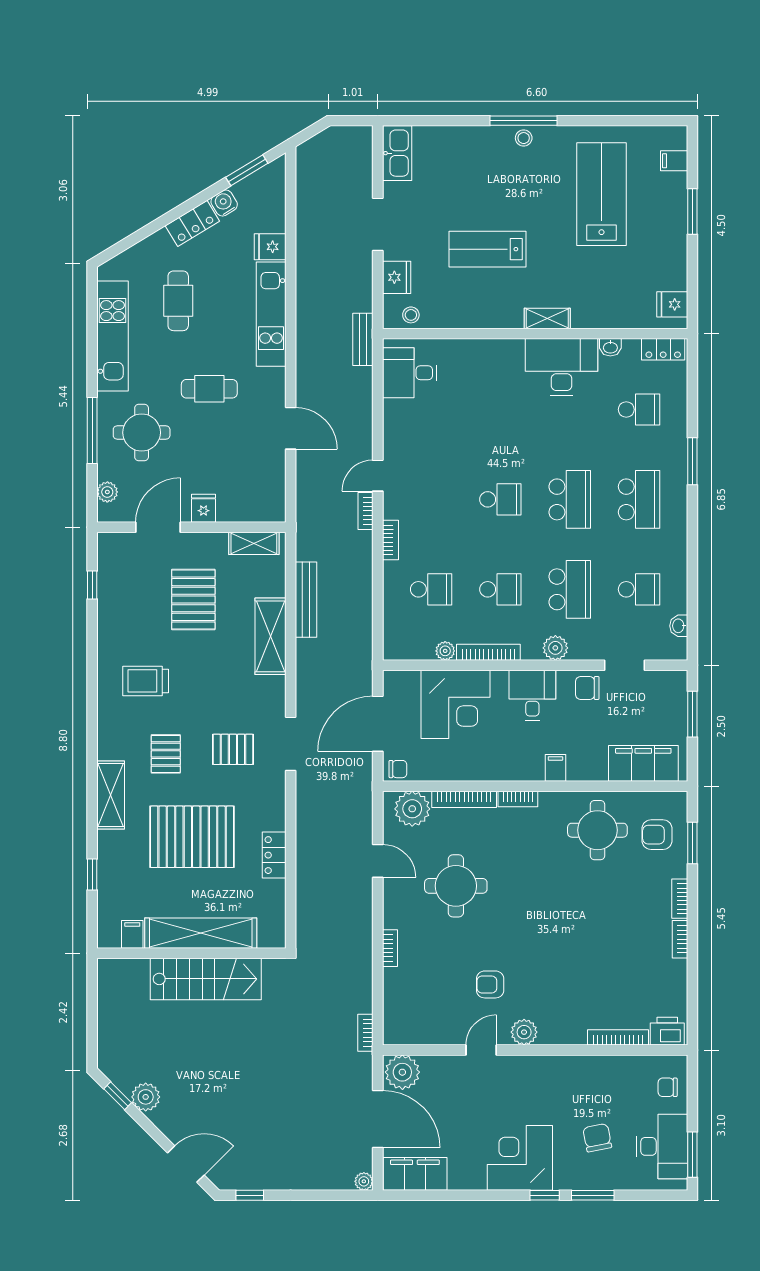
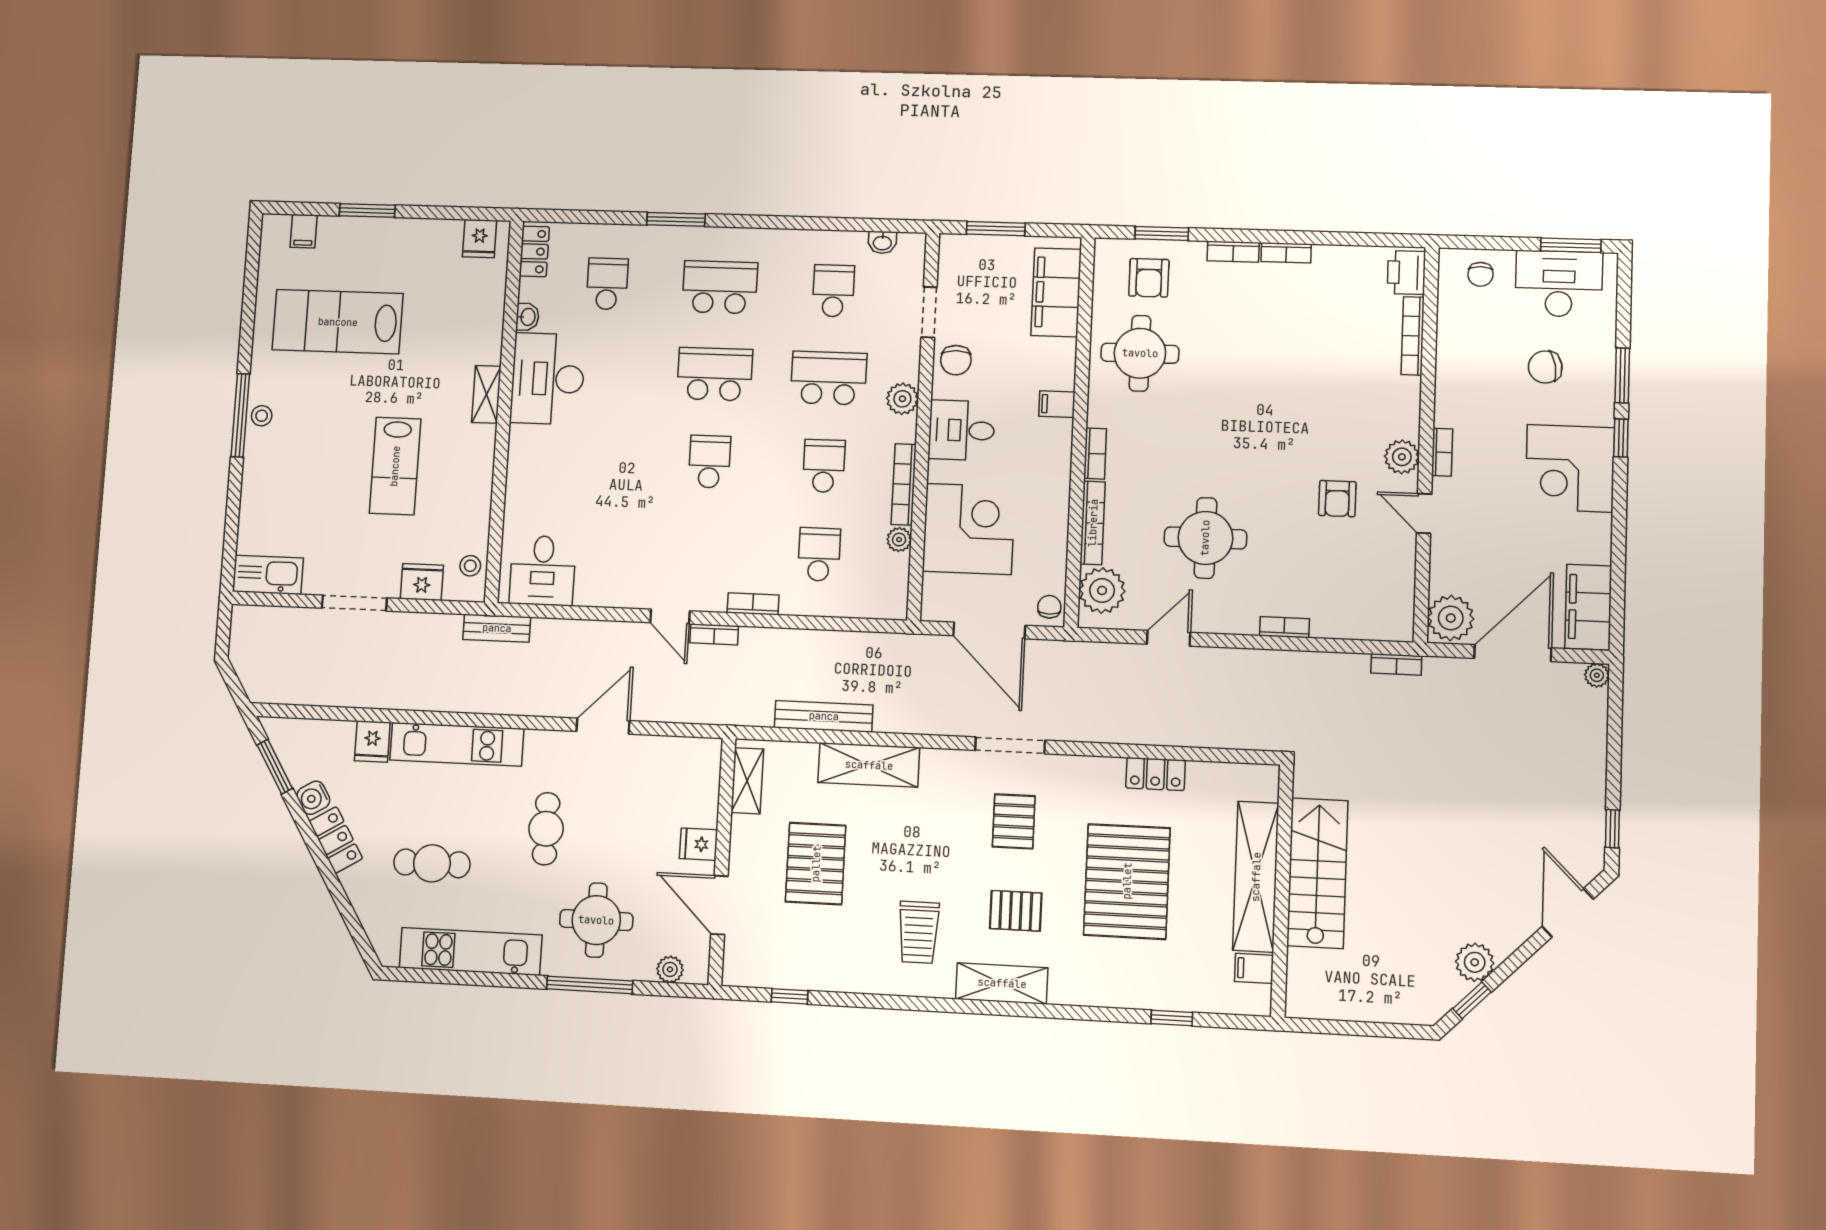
pallet: (193, 600) -> (816, 864), turned 90
shelving: (111, 795) -> (1002, 983), moved
bookcase: (529, 1062) -> (1442, 452), added

